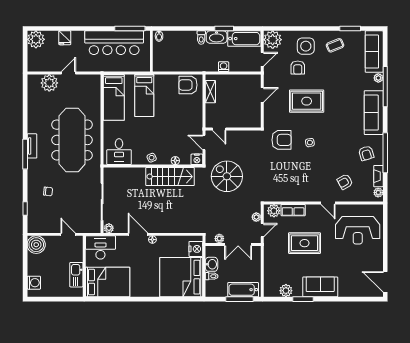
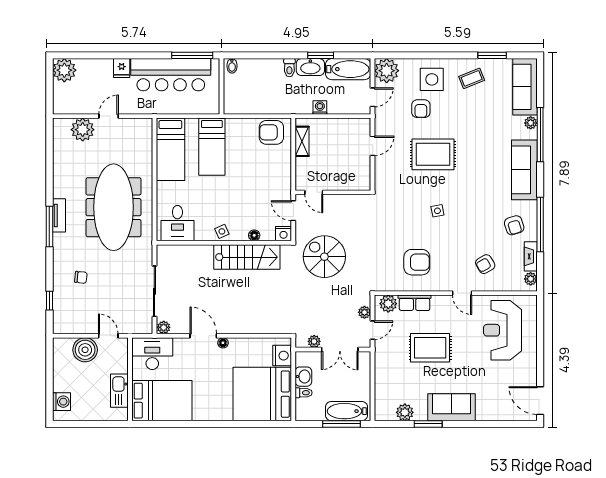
fridge: (65, 38) -> (122, 68), moved
armchair: (282, 140) -> (417, 262), moved
reception desk: (358, 230) -> (503, 330), turned 90
boiler: (36, 245) -> (85, 350), moved

